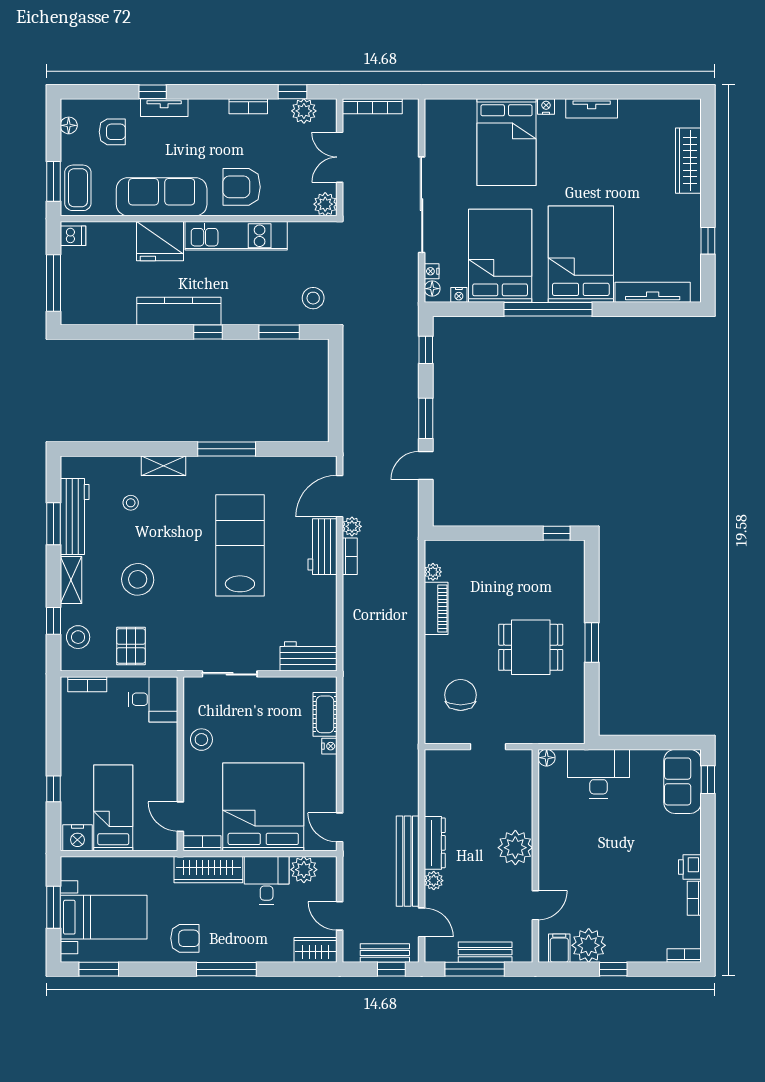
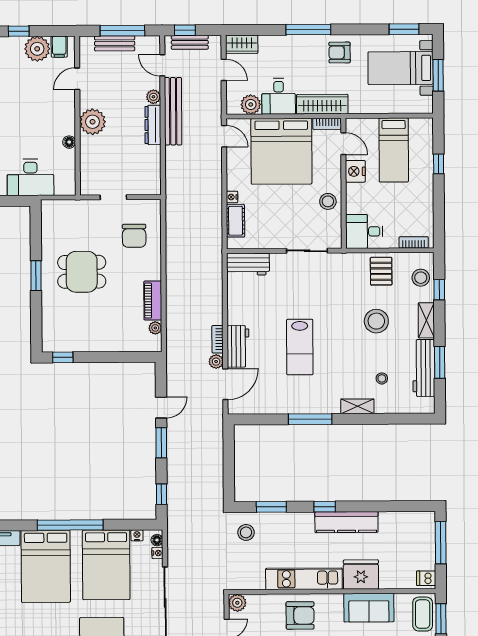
sofa: (162, 197) -> (369, 608), width x0.73
lab bench: (240, 545) -> (300, 347), width x0.73, depth x0.72
floor lamp: (547, 758) -> (69, 142), moved
nightstand: (77, 838) -> (355, 171), moved, turned -90

